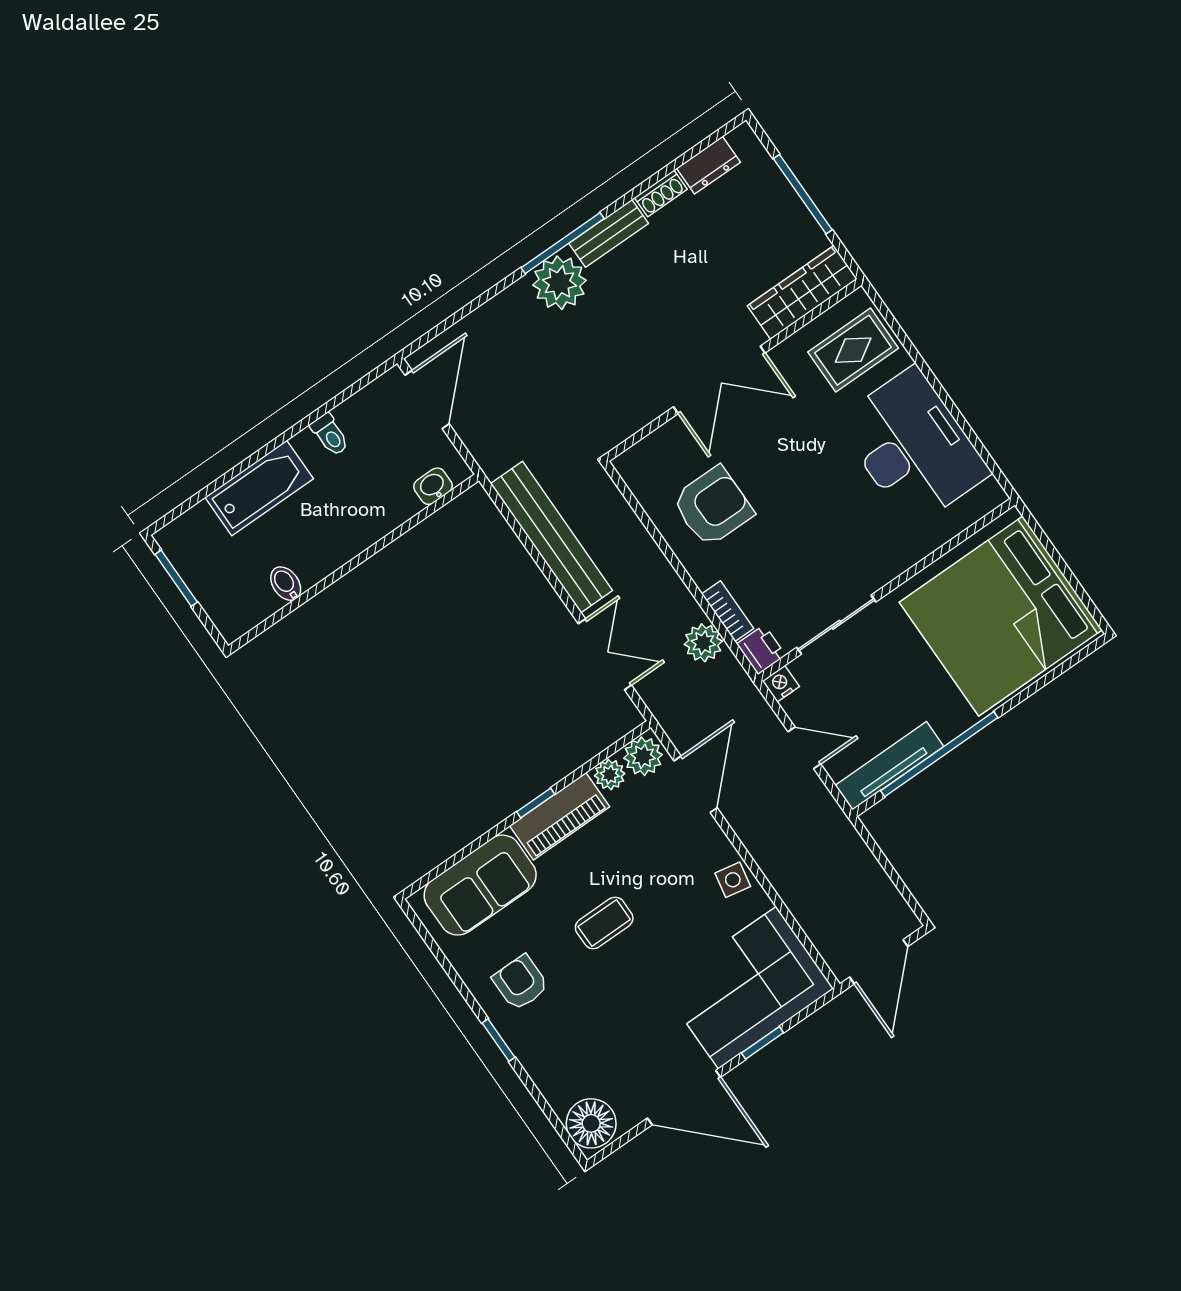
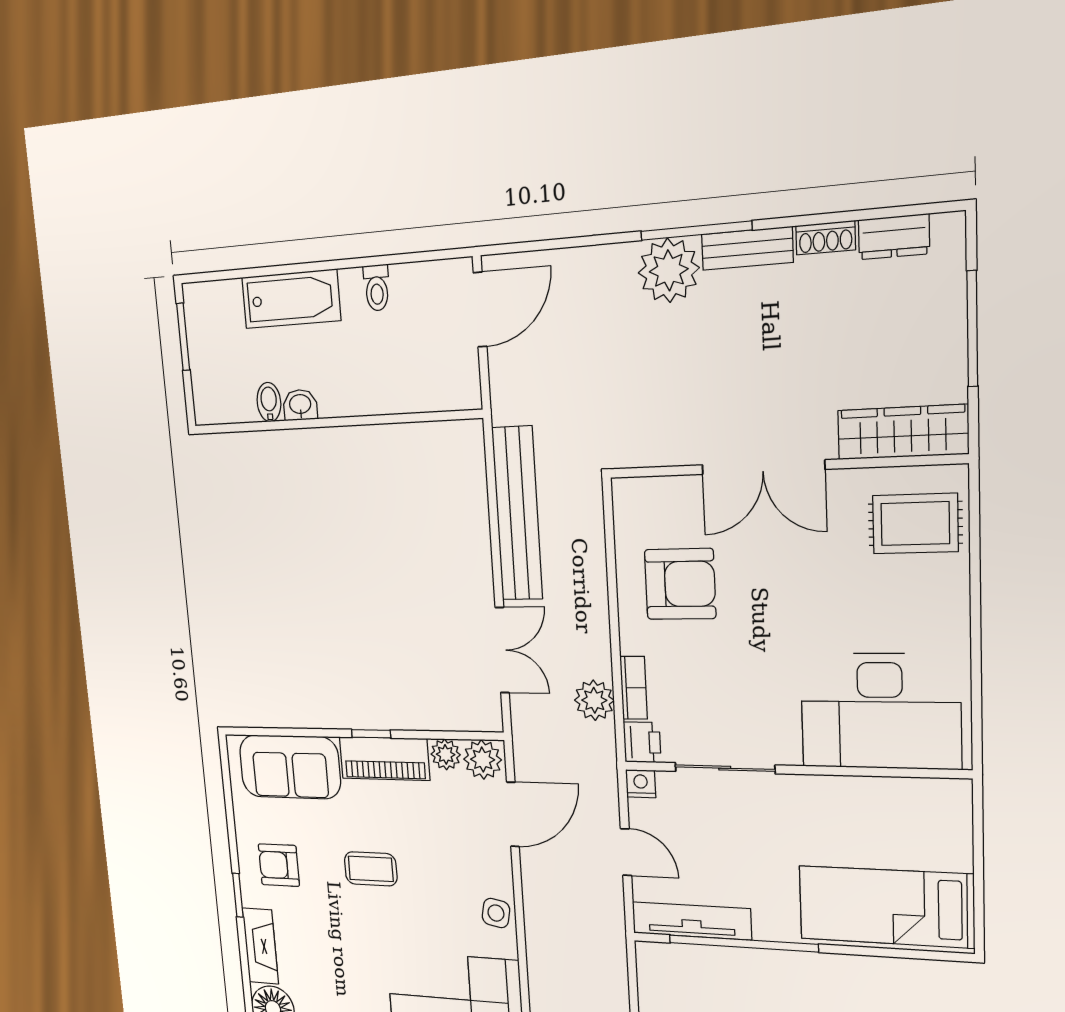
desk: (913, 447) -> (880, 711), moved, turned 90
washbasin: (433, 486) -> (300, 405), moved
bed: (1001, 616) -> (886, 907), width x0.49
armchair: (520, 983) -> (279, 865), turned -90
fireplace: (546, 1072) -> (260, 946), added

